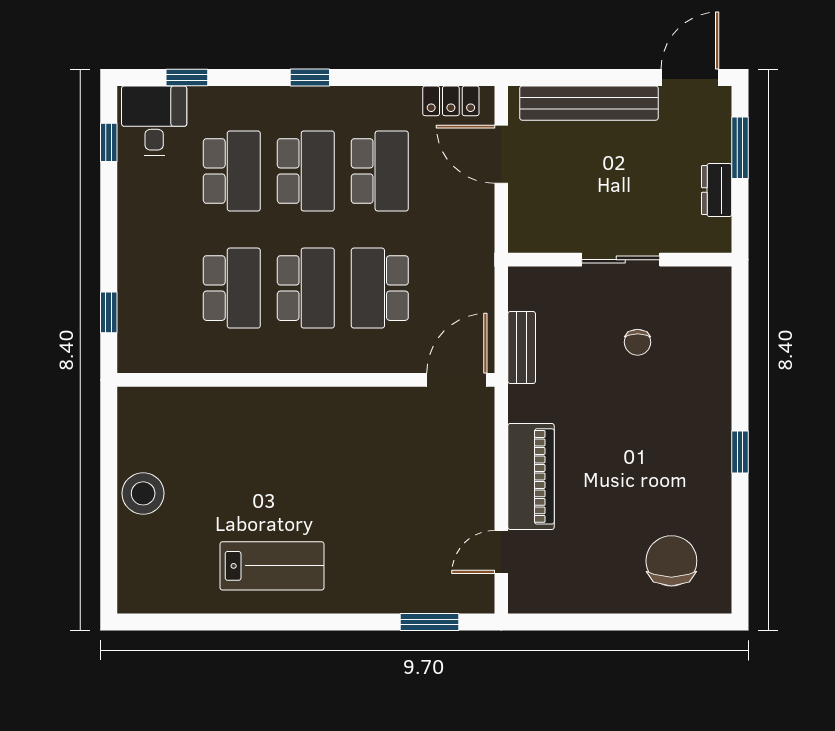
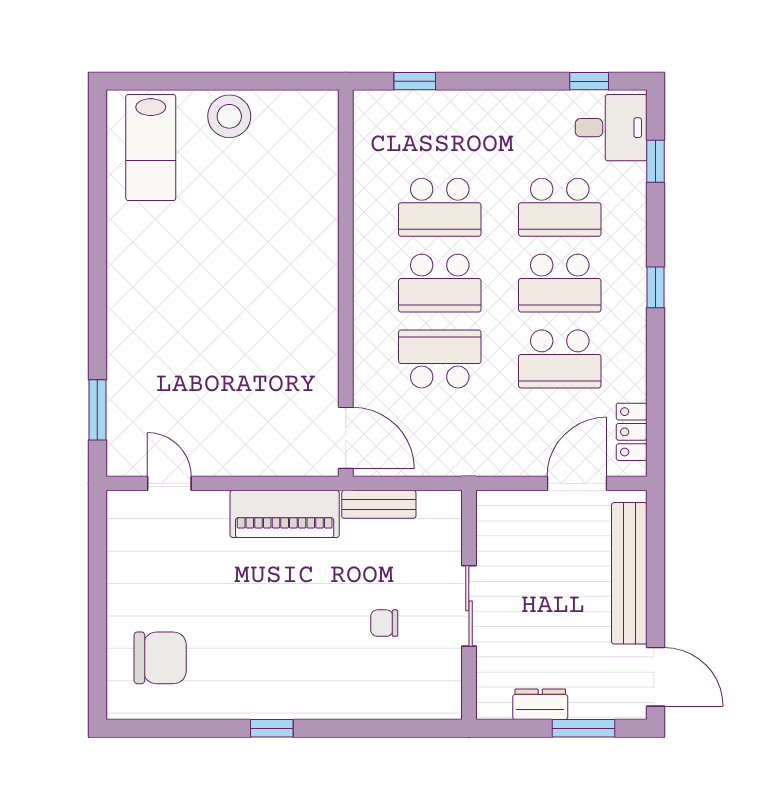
piano: (531, 476) -> (285, 514), moved
lab bench: (272, 566) -> (151, 148), moved

